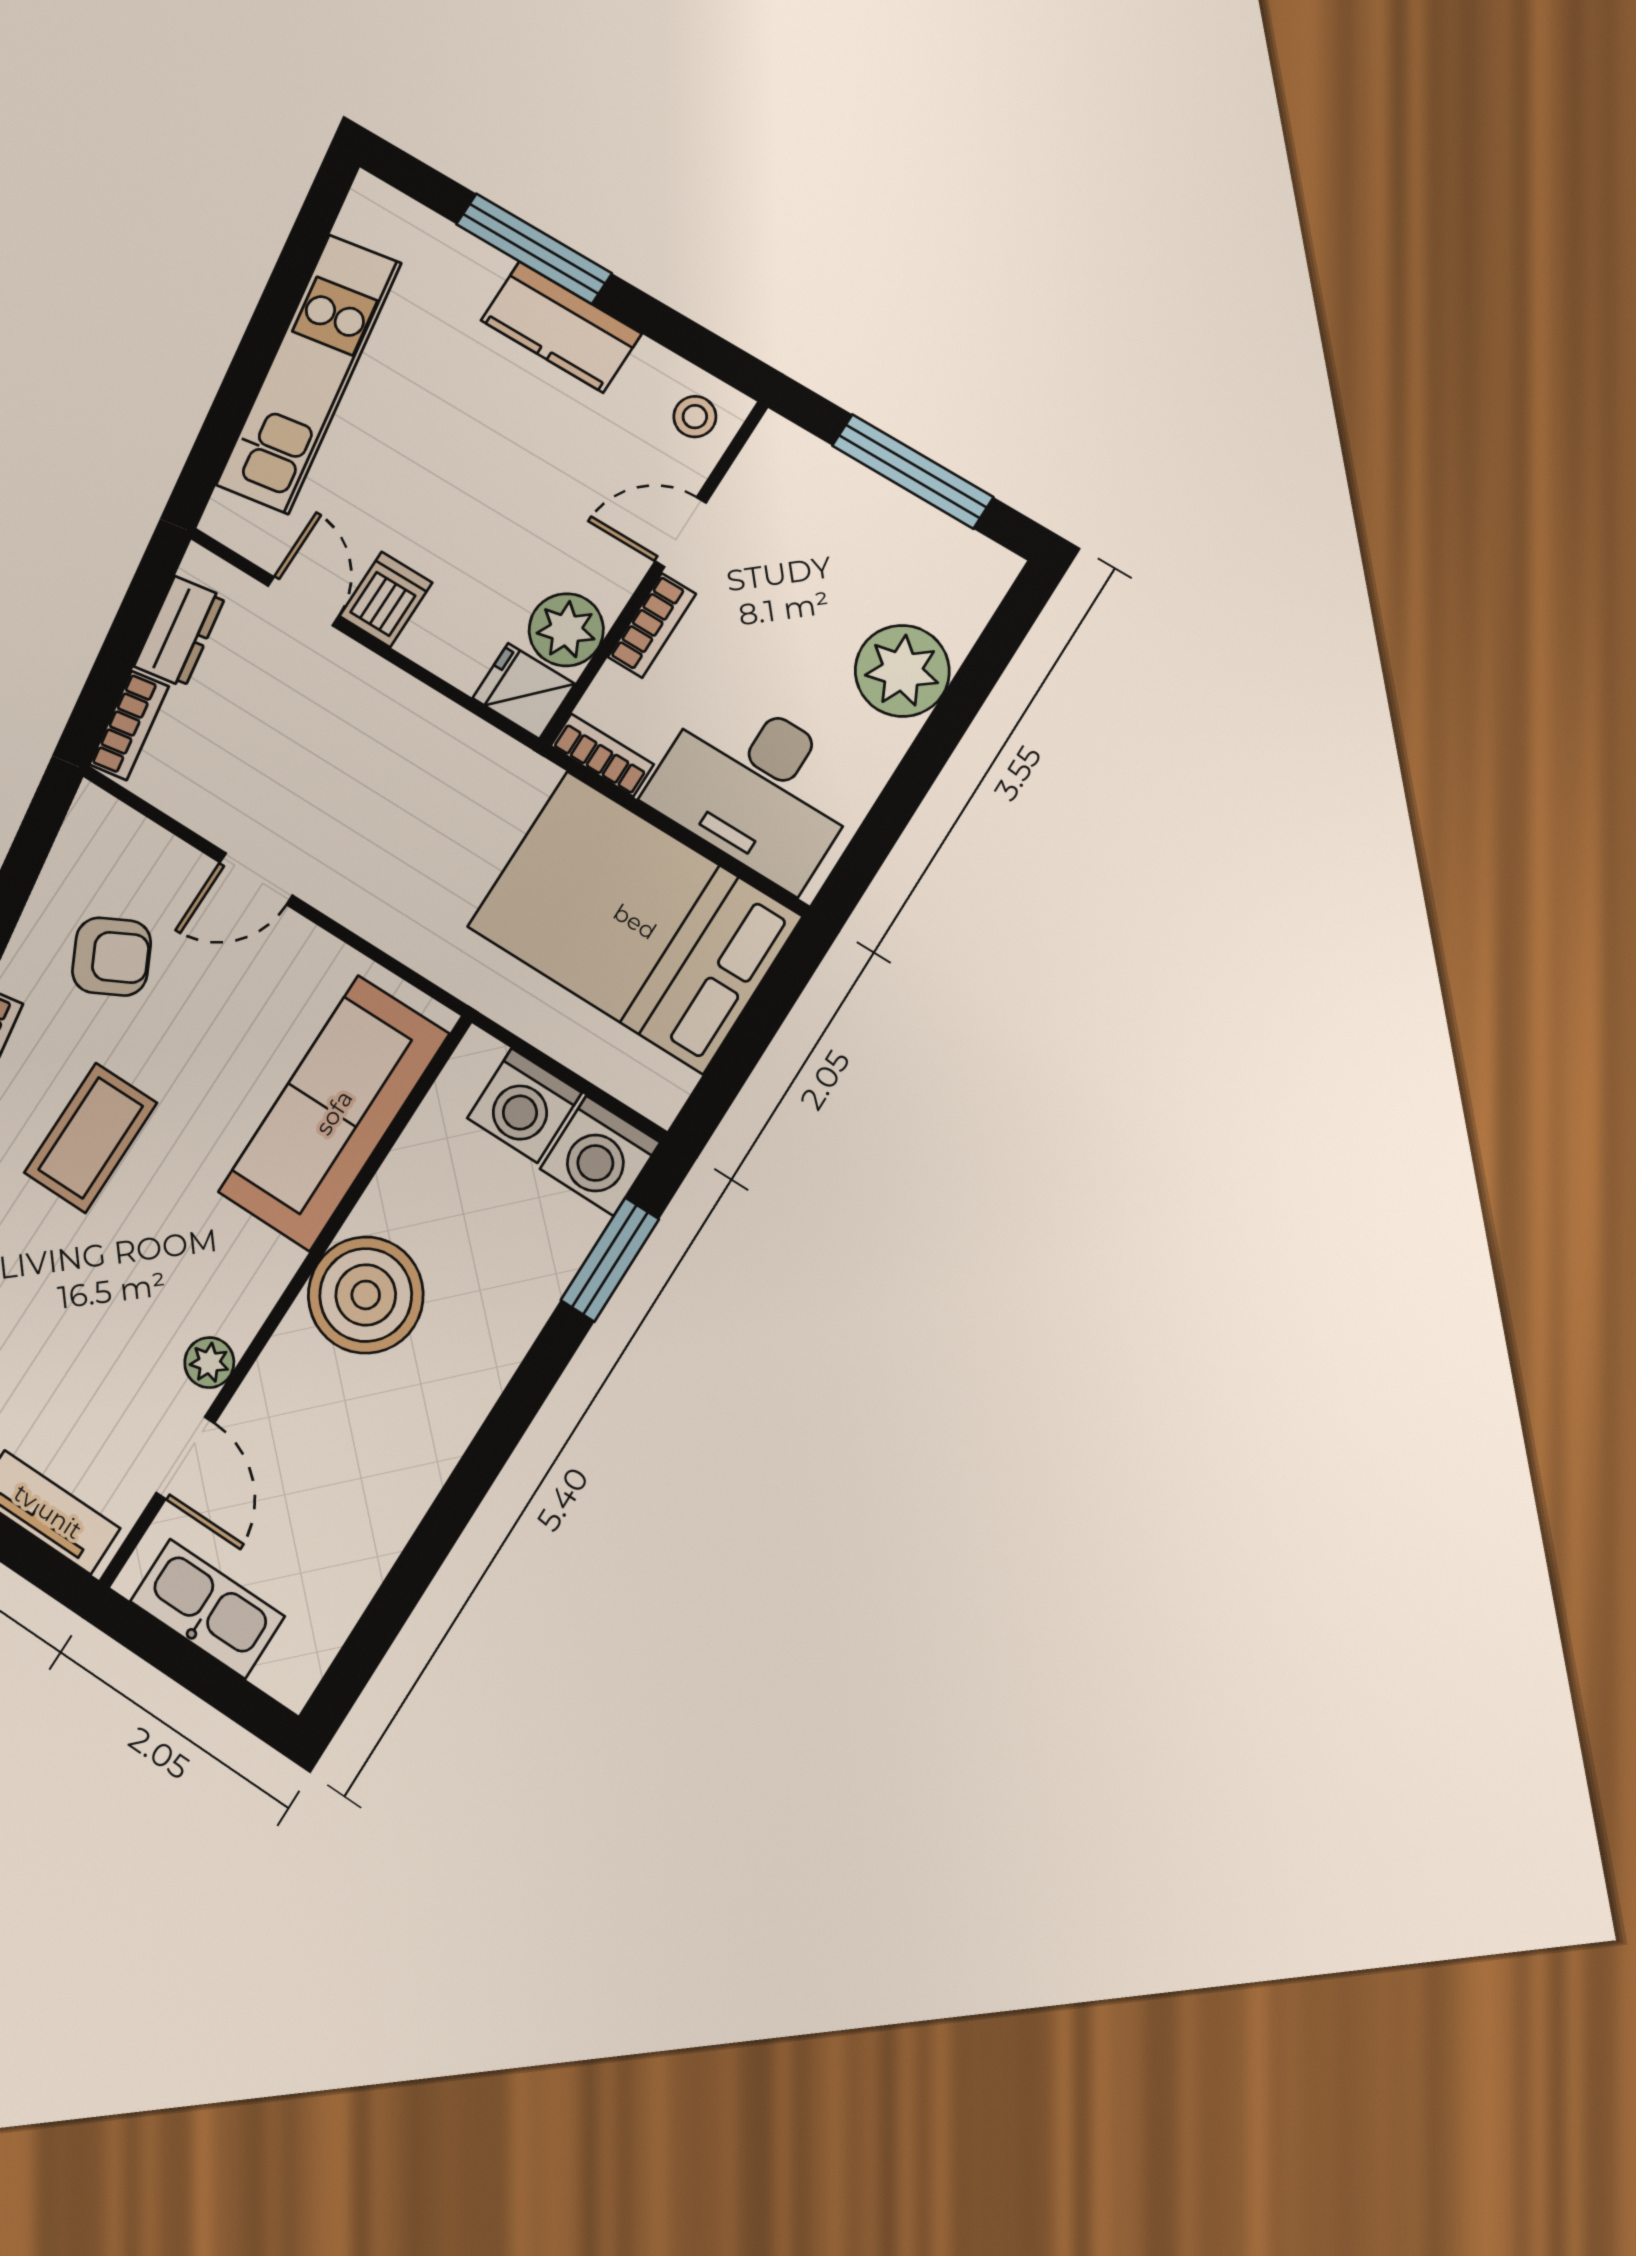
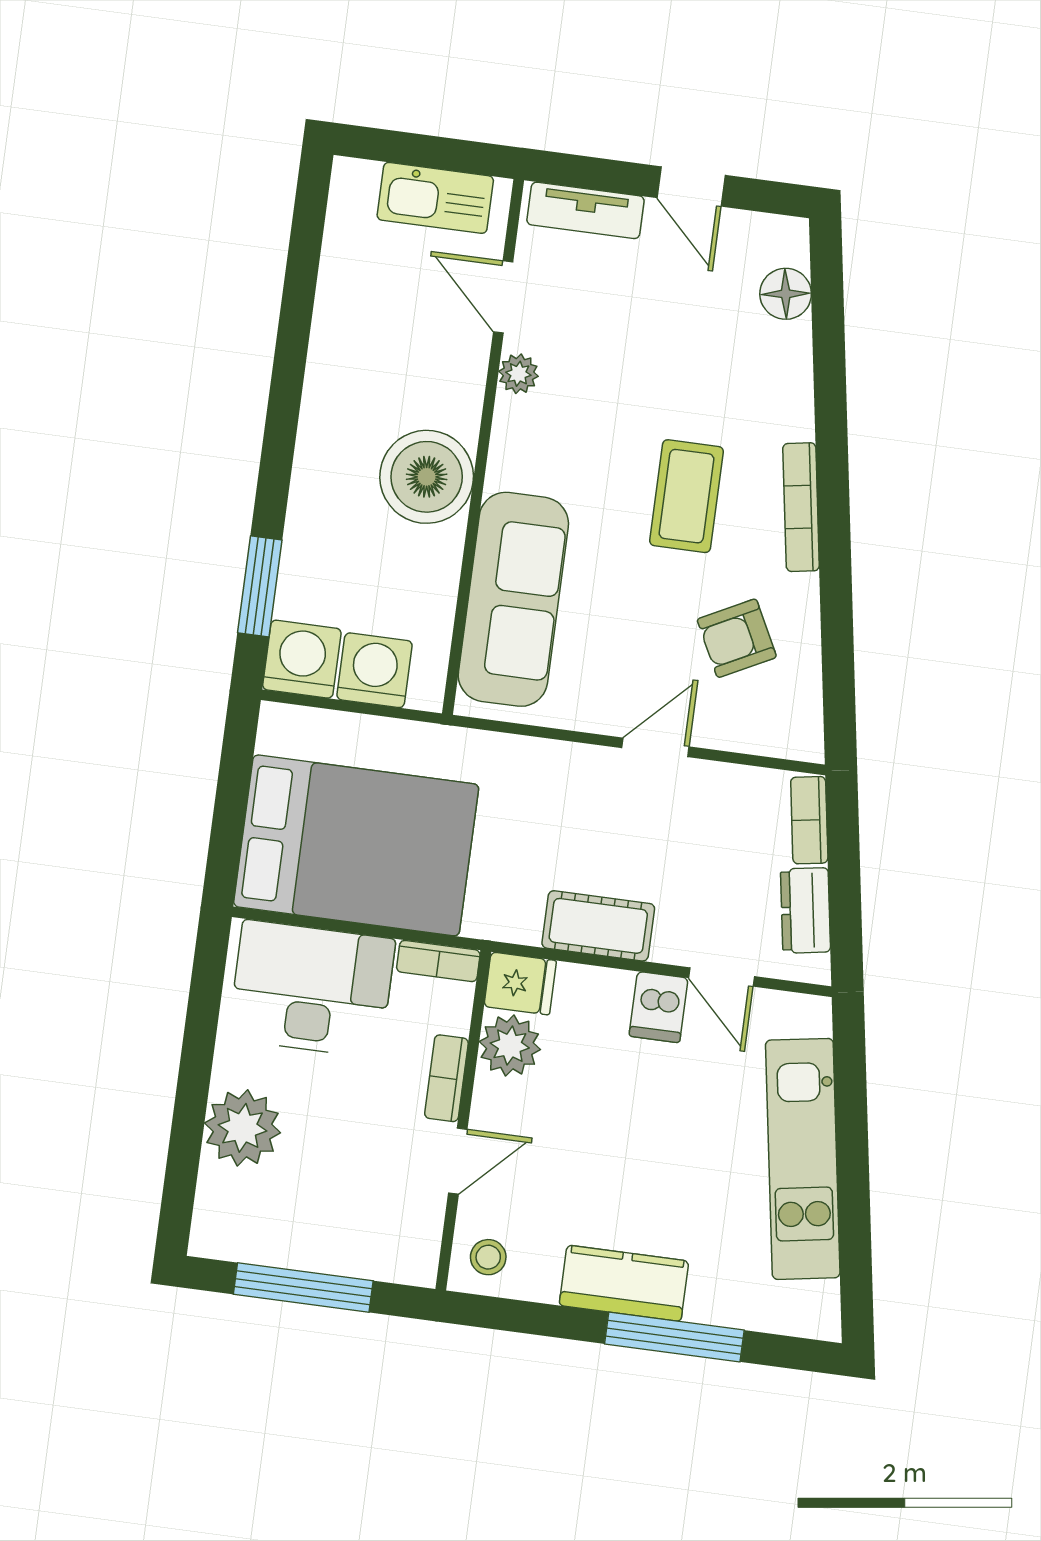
cot: (410, 715) -> (598, 926), added

